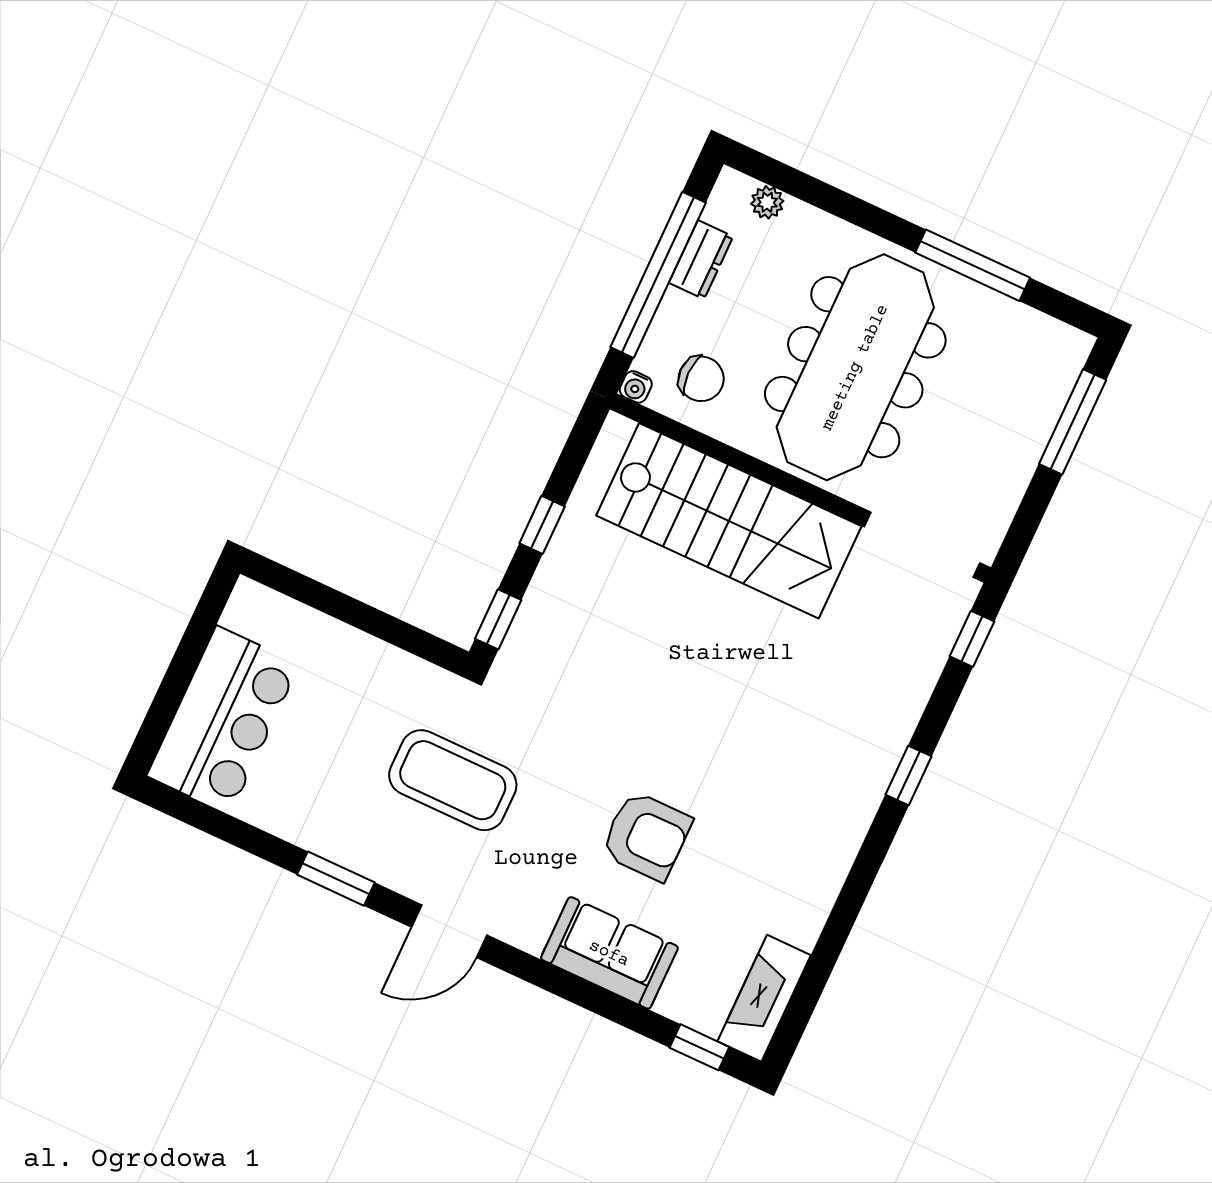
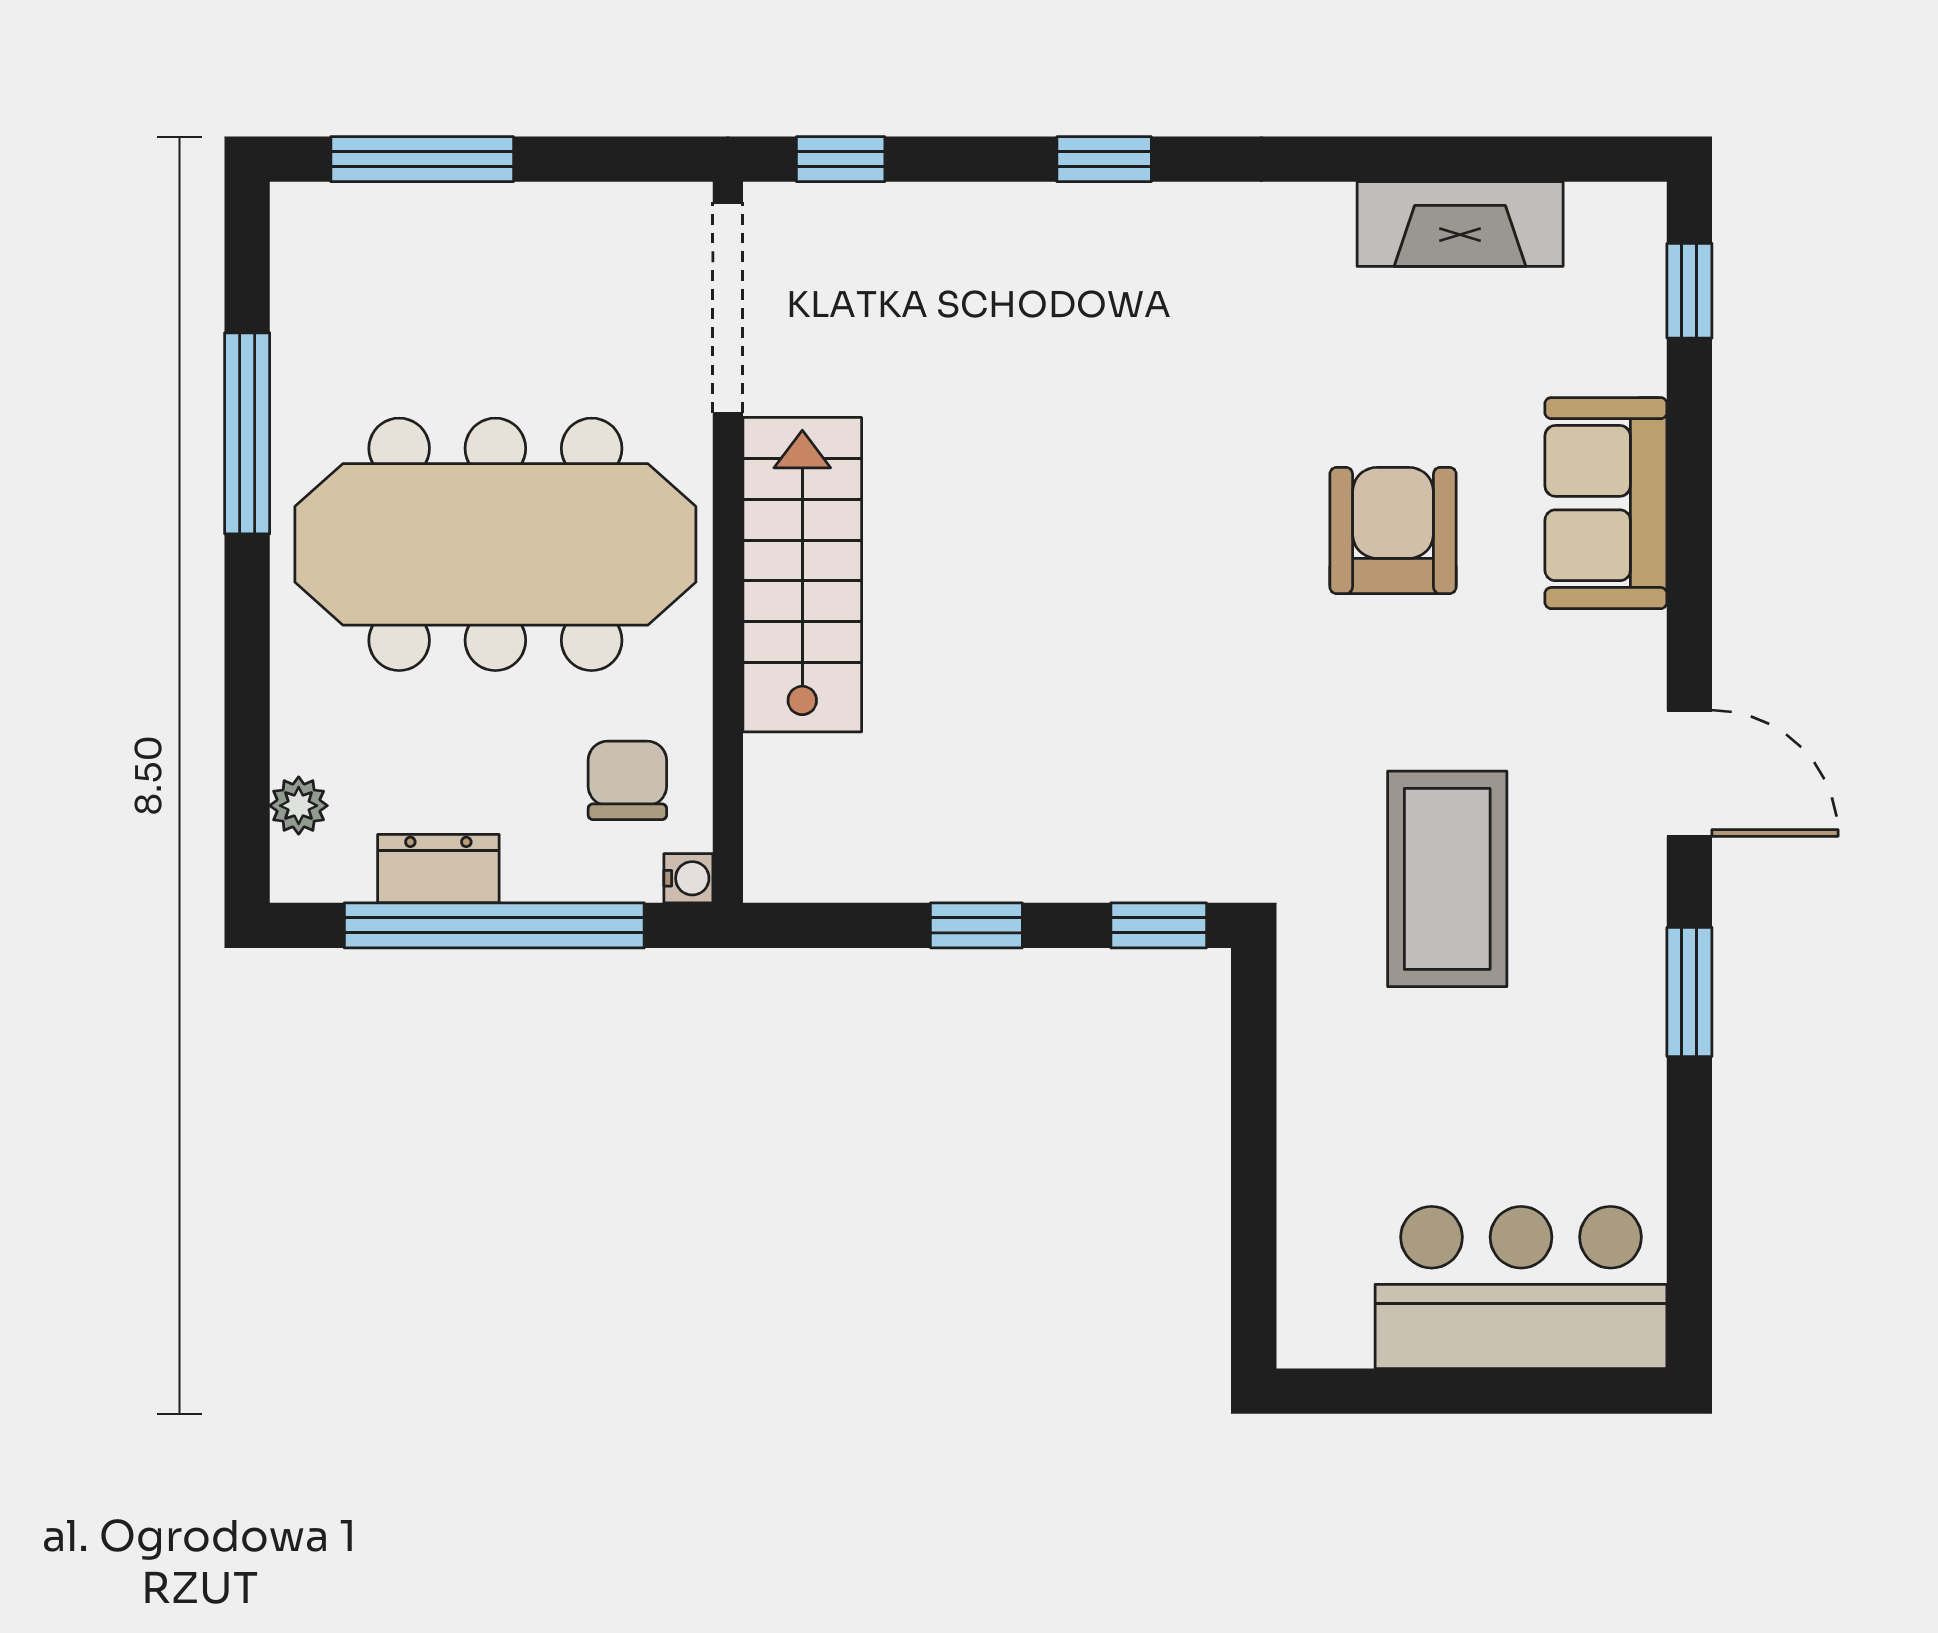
stairs: (729, 521) -> (802, 575), width x0.73, depth x0.66
fireplace: (764, 998) -> (1460, 224), moved

